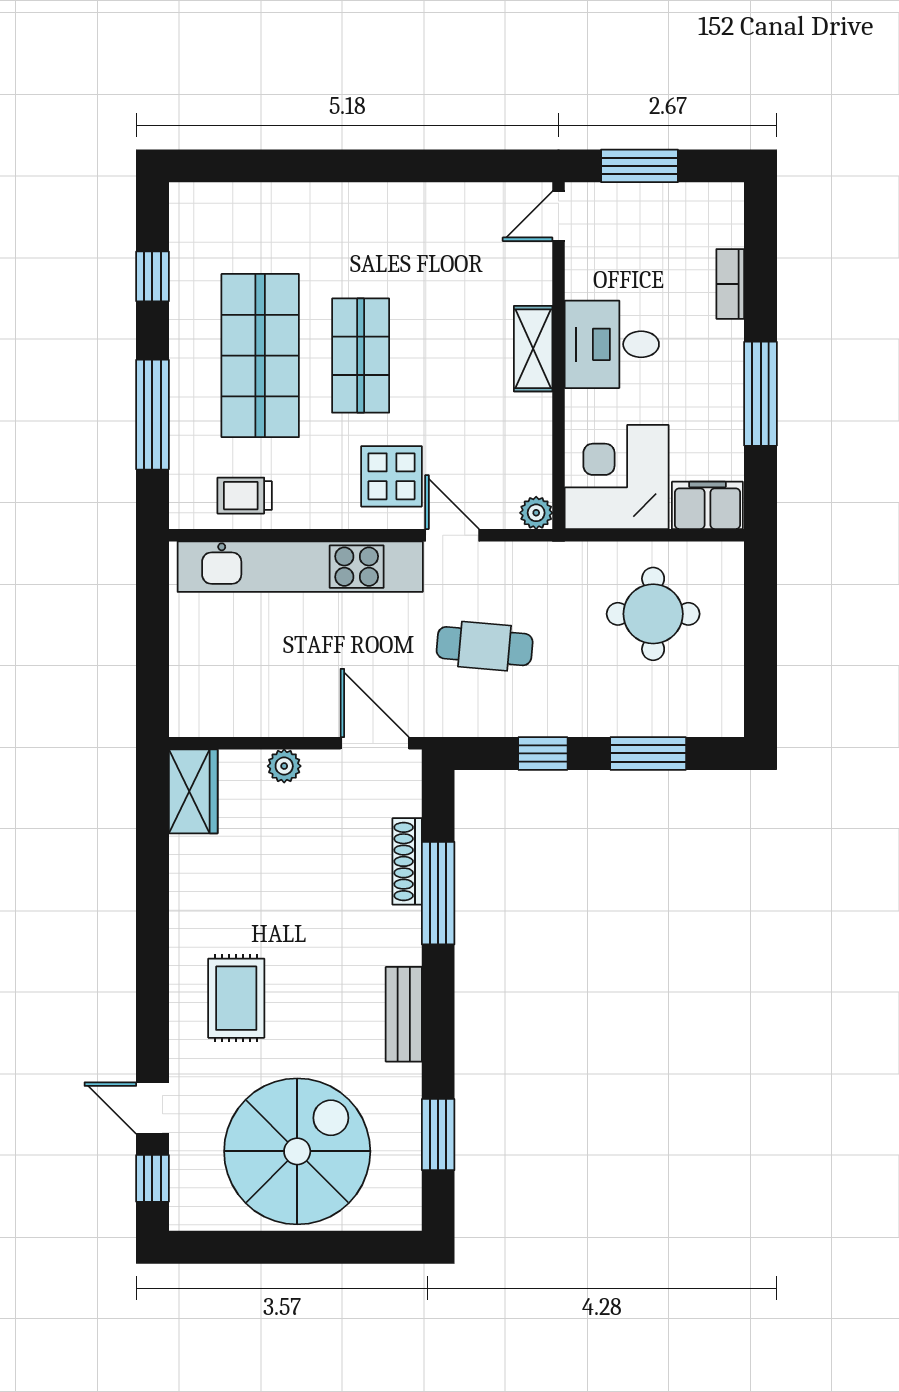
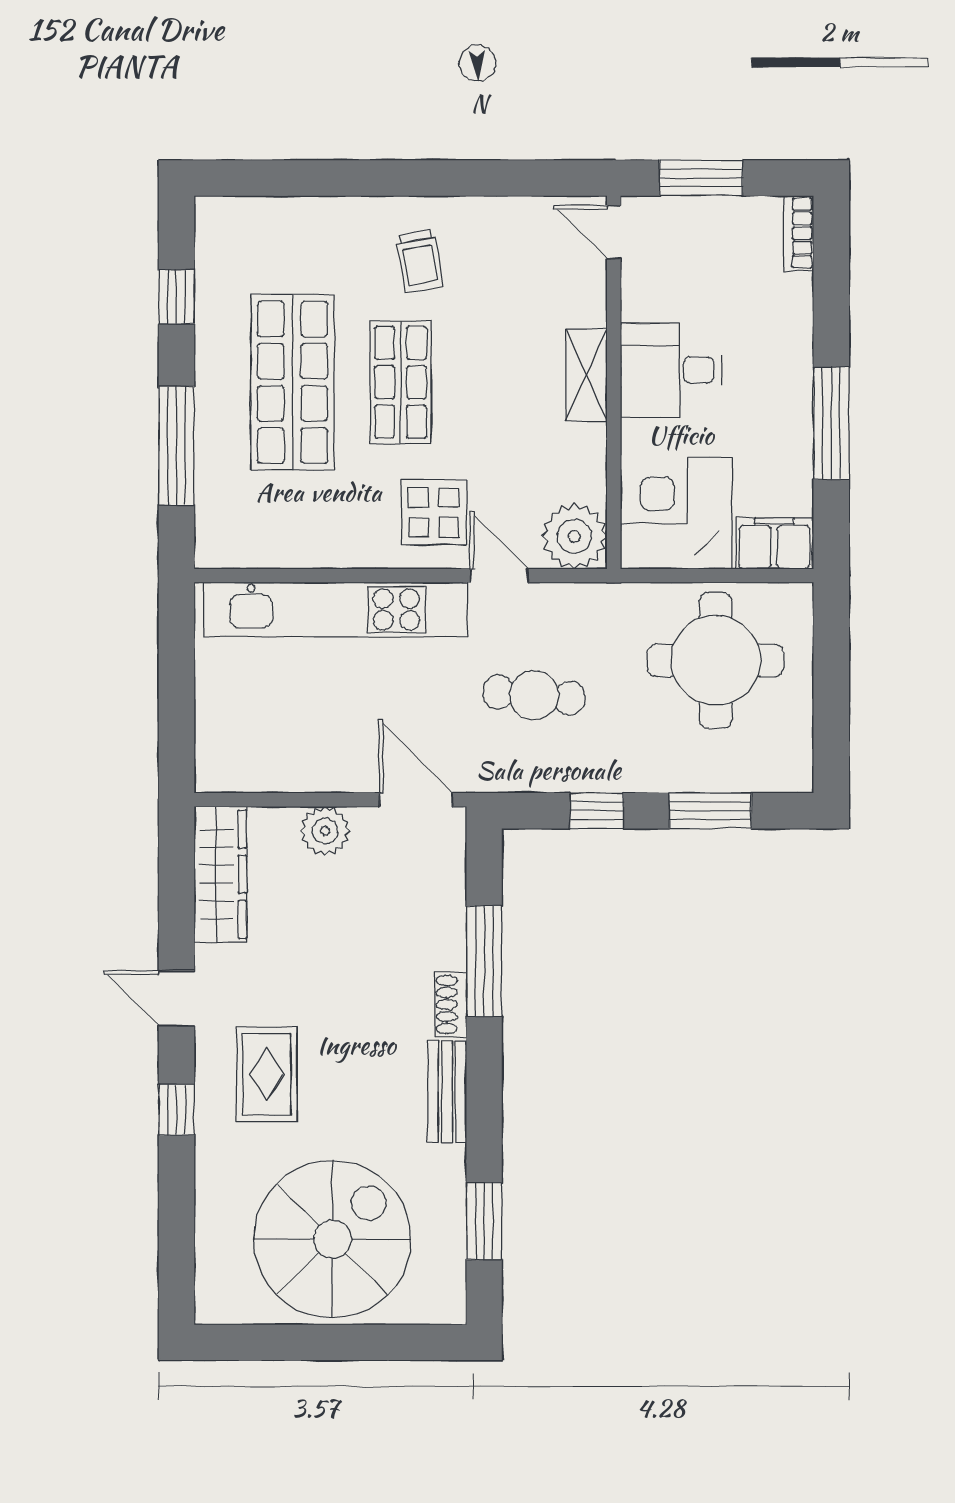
door: (559, 216) -> (614, 232), hinge flipped
bookcase: (730, 284) -> (799, 233), moved
trolley: (245, 496) -> (420, 261), moved, turned -100
plant: (536, 513) -> (574, 536), width x1.87, depth x1.87
round table: (653, 614) -> (716, 660), width x1.36, depth x1.36
plant: (284, 766) -> (325, 831), width x1.38, depth x1.38
wardrobe: (193, 791) -> (220, 874), width x1.50
shoe rack: (407, 861) -> (451, 1004), moved, width x0.70
door: (152, 1108) -> (177, 998), moved
window: (152, 1178) -> (177, 1110), moved

